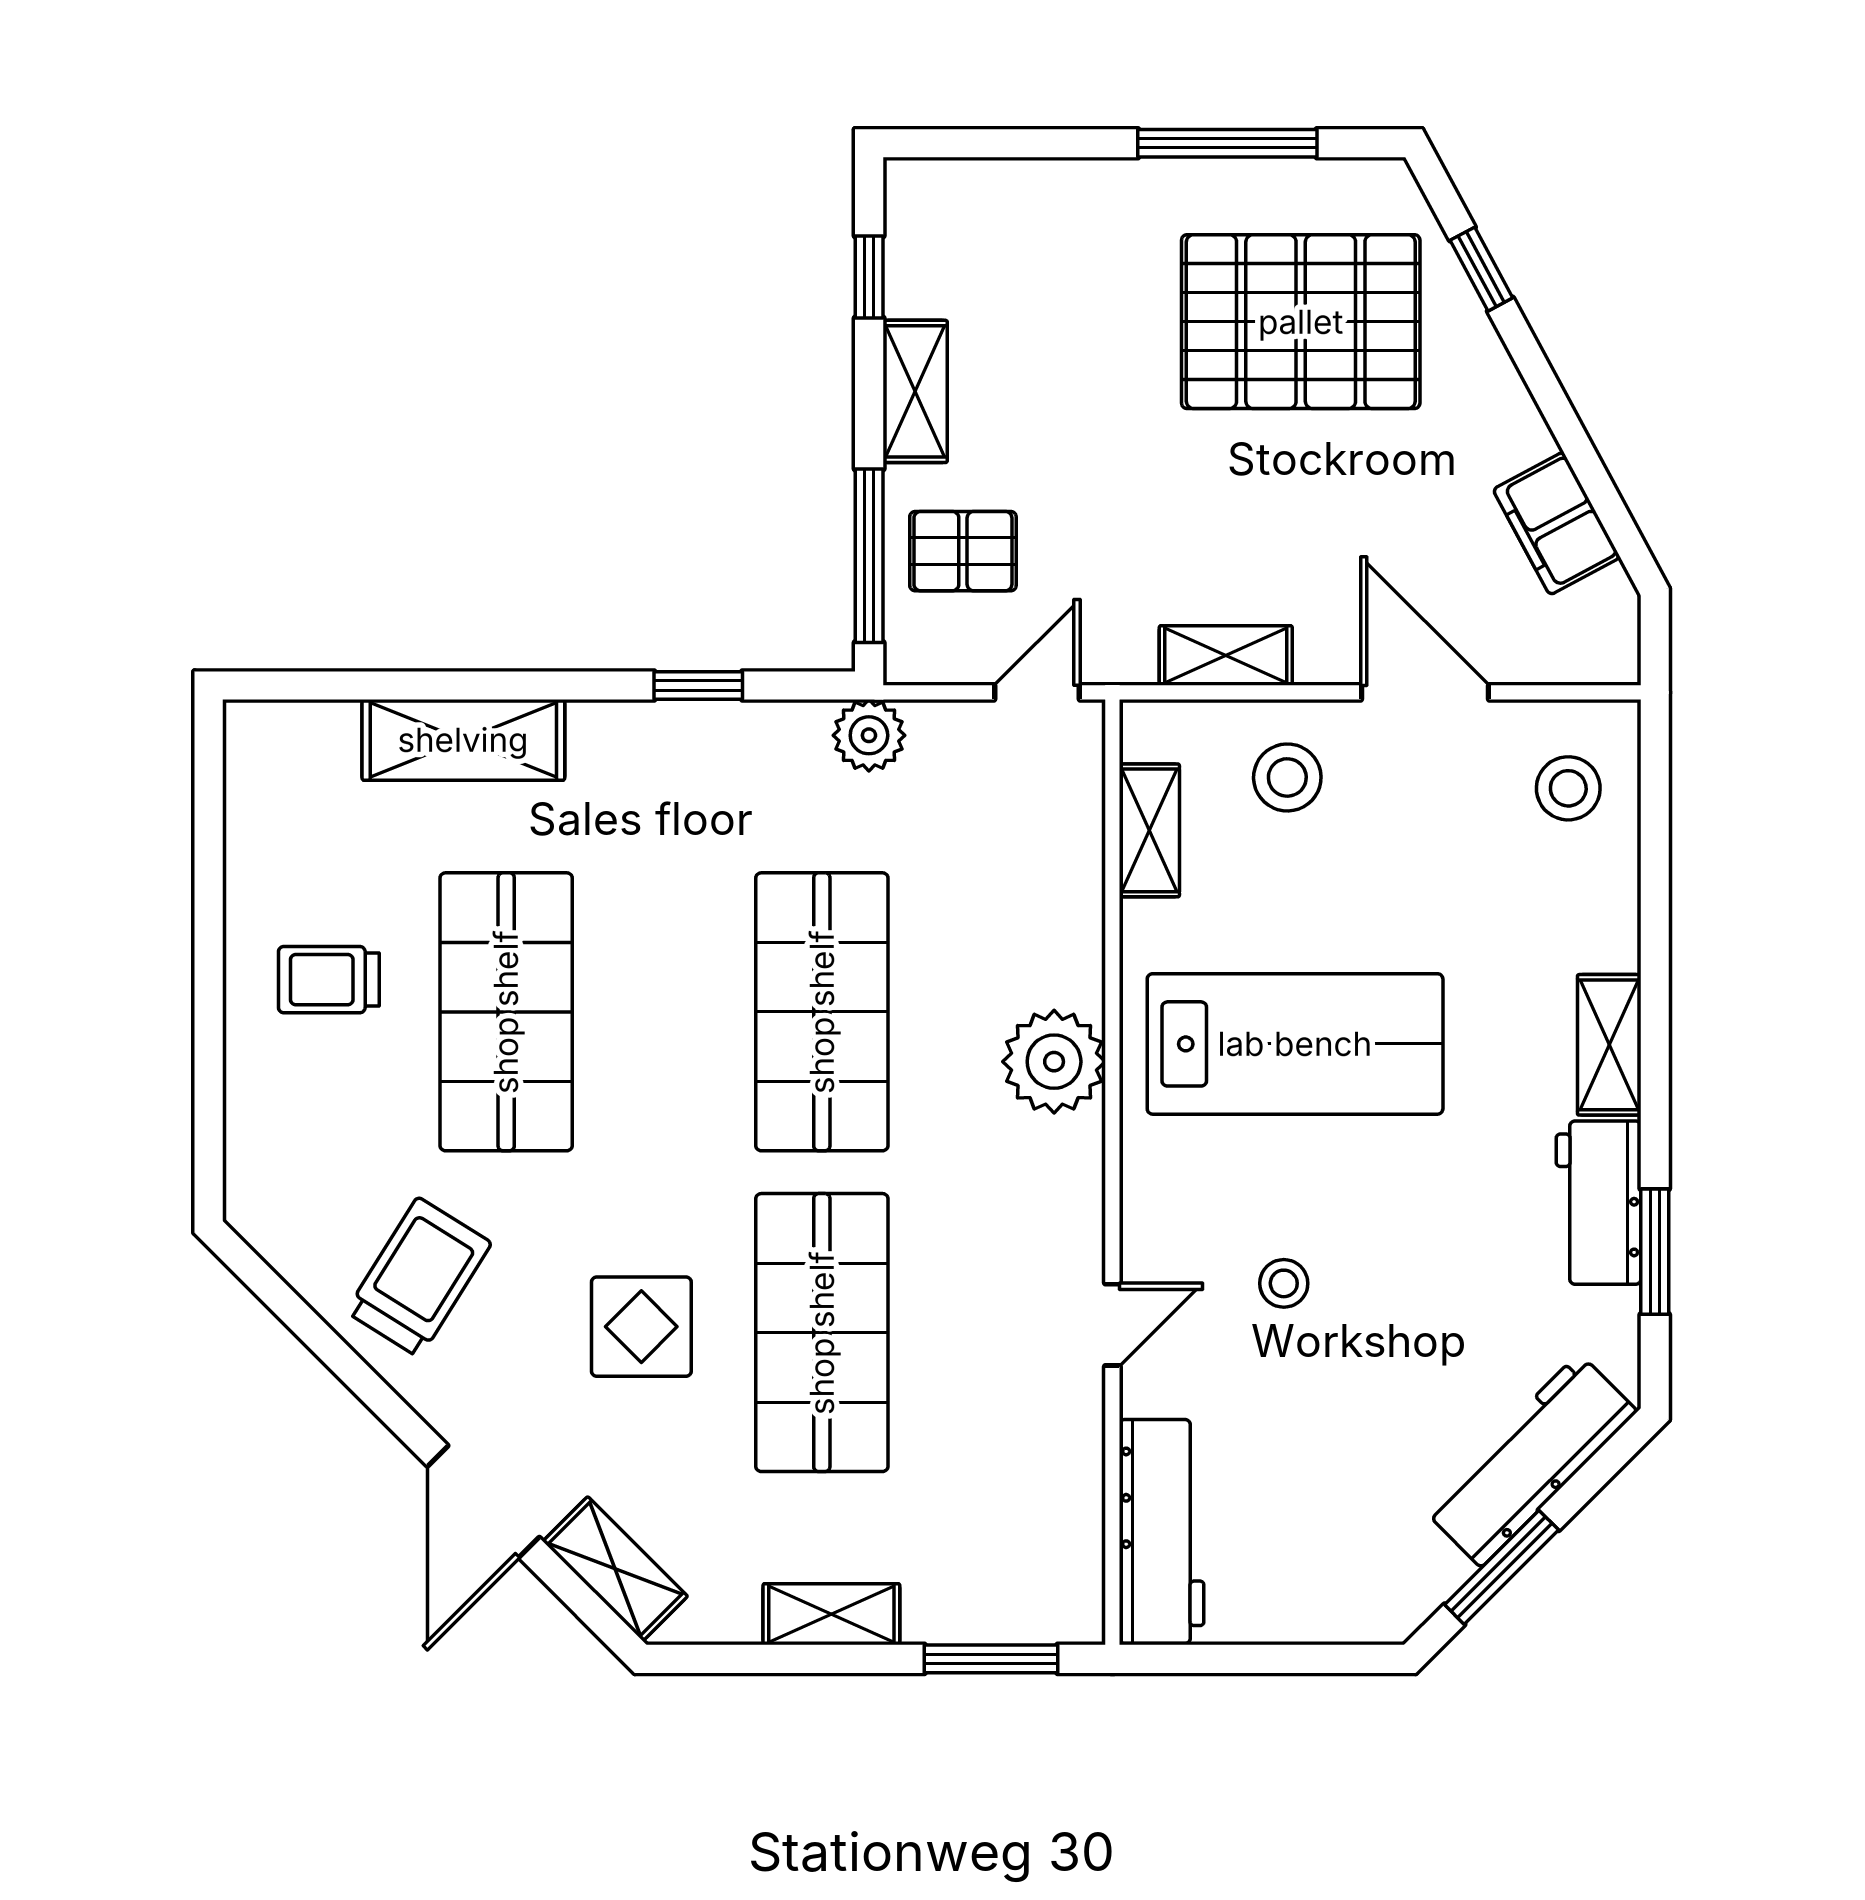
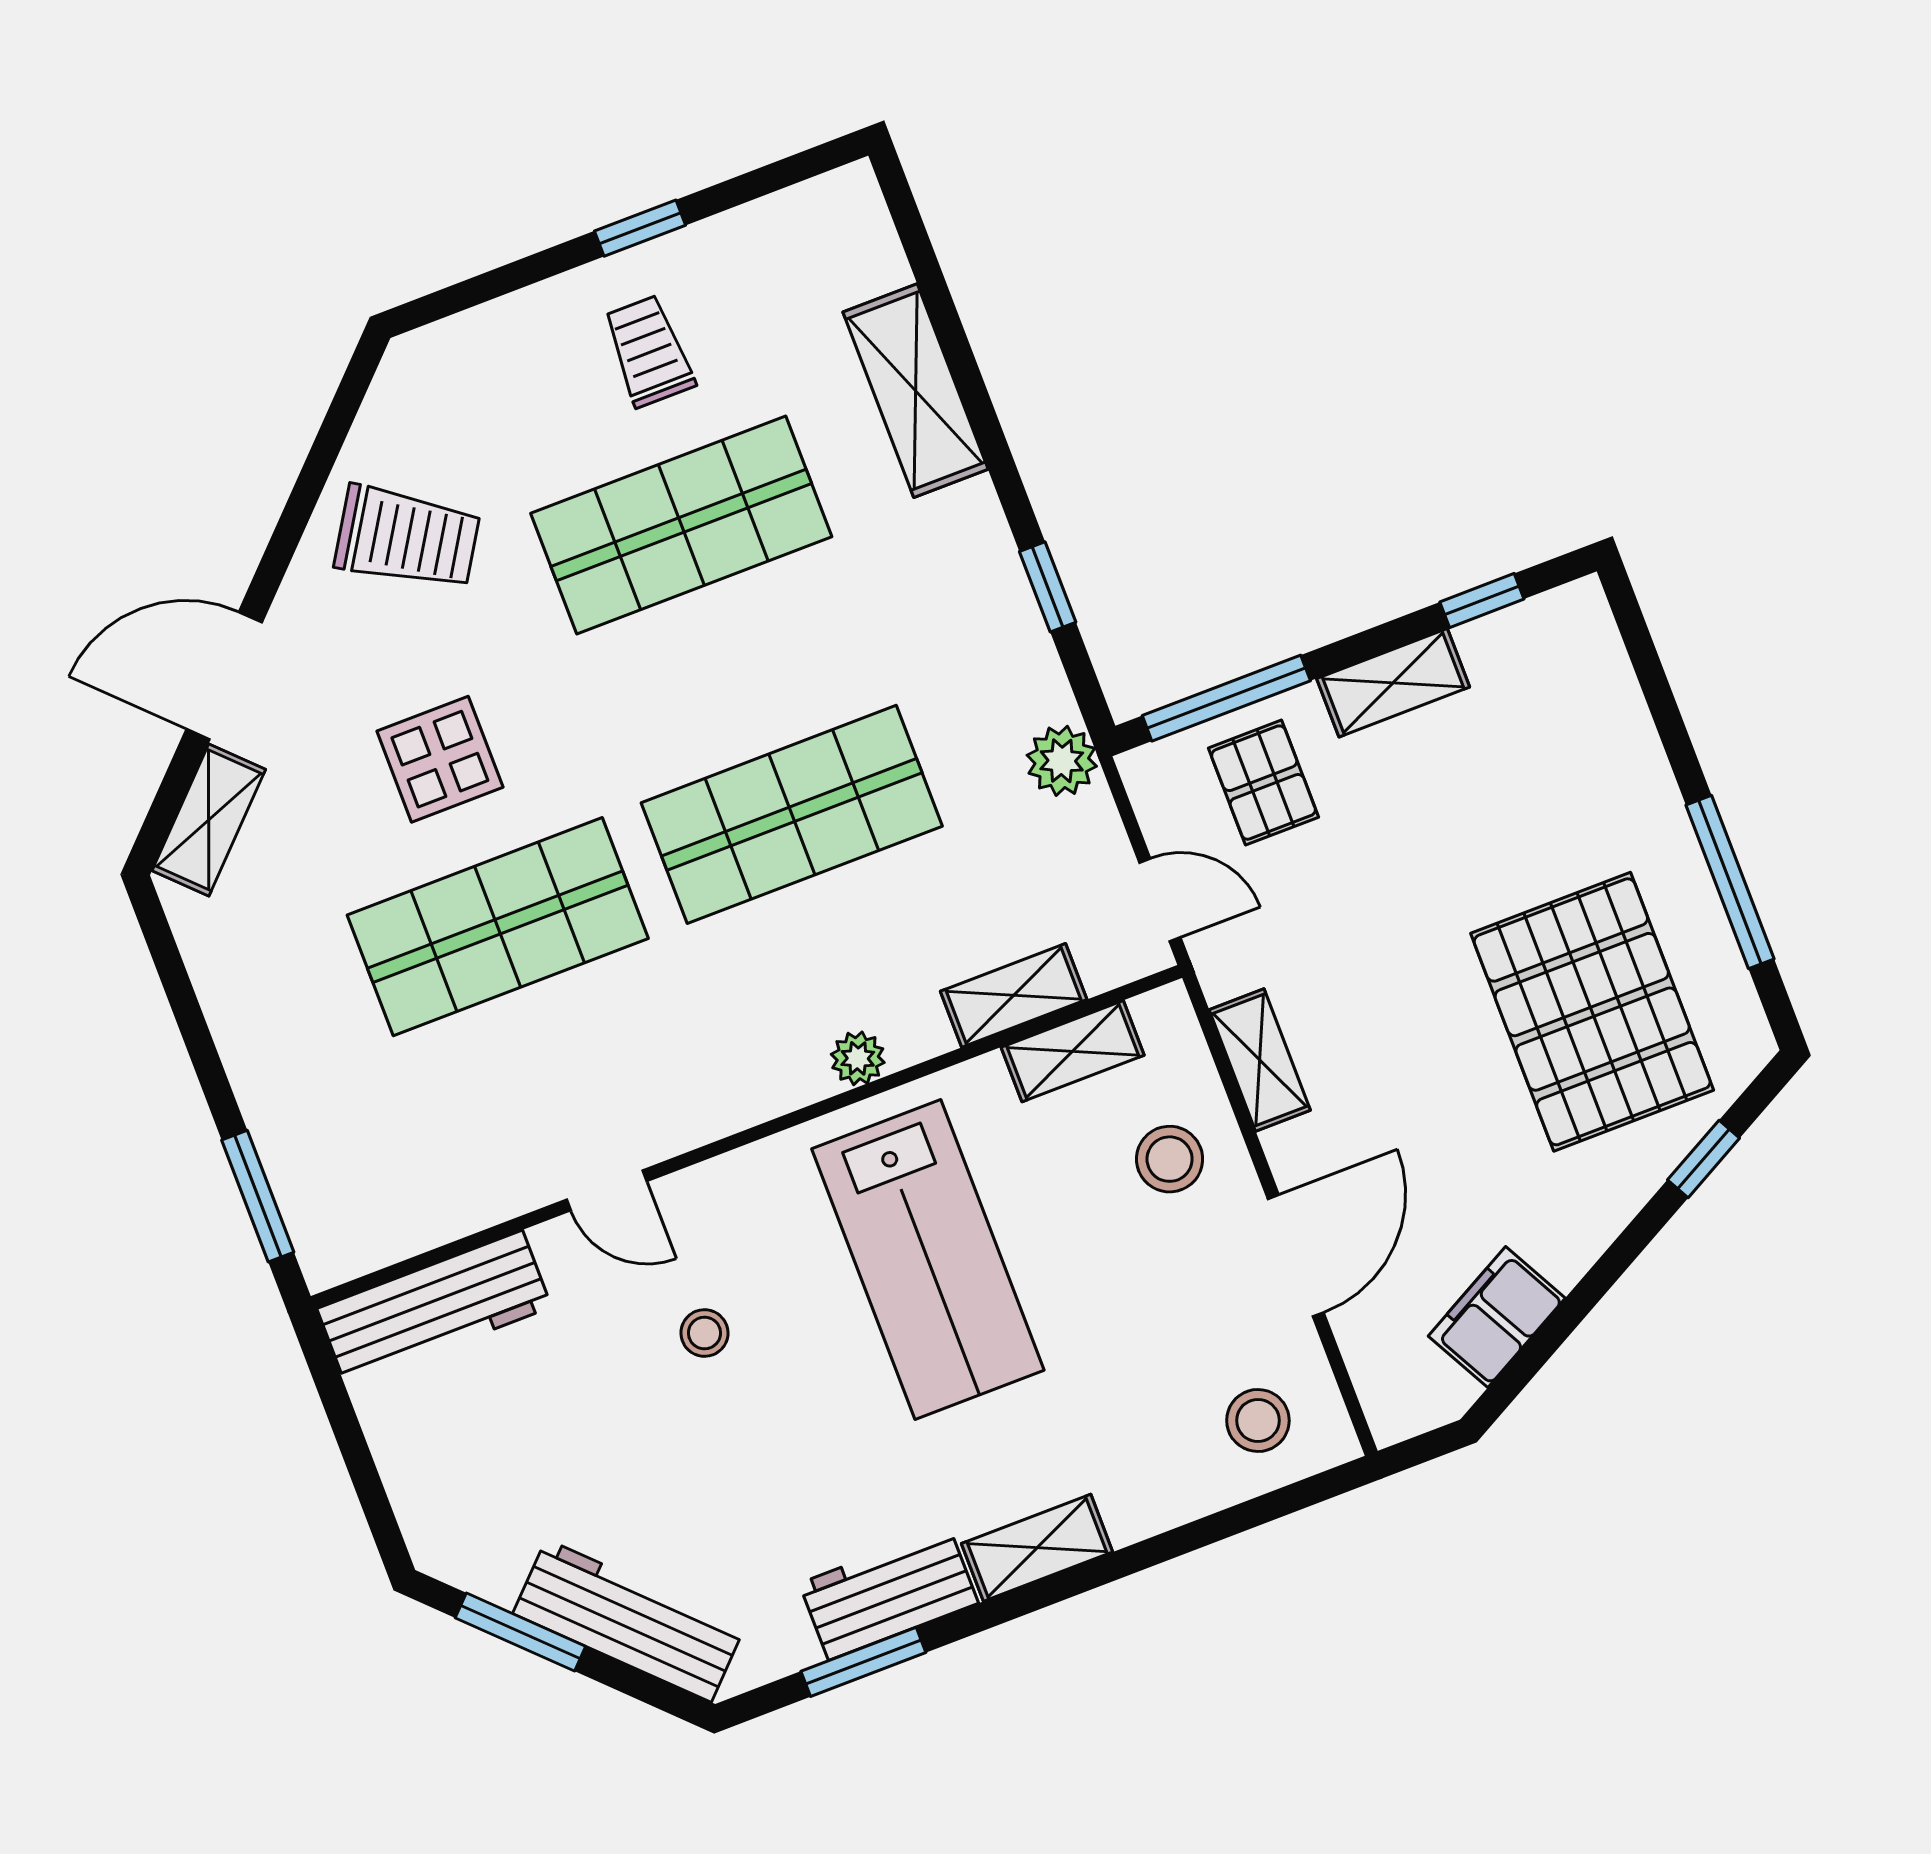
window: (209, 943) -> (640, 228), added
plant: (1054, 1062) -> (858, 1058), width x0.53, depth x0.53
shelving: (831, 1614) -> (1014, 995), moved, turned 90

